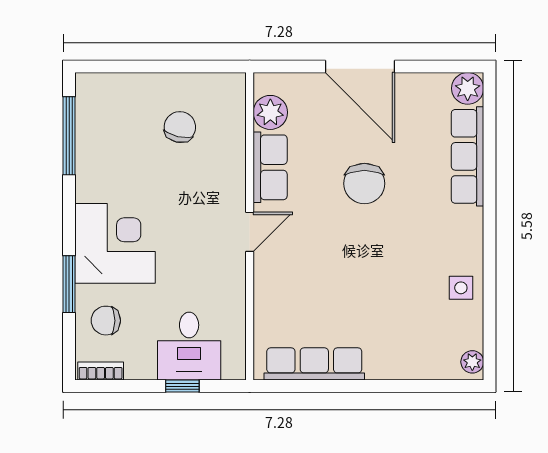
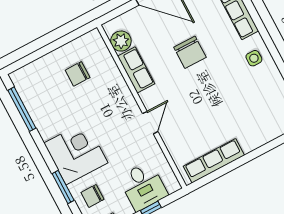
chair: (180, 127) -> (78, 74), turned -103
door: (250, 232) -> (150, 123), moved
side table: (461, 288) -> (254, 58), moved

